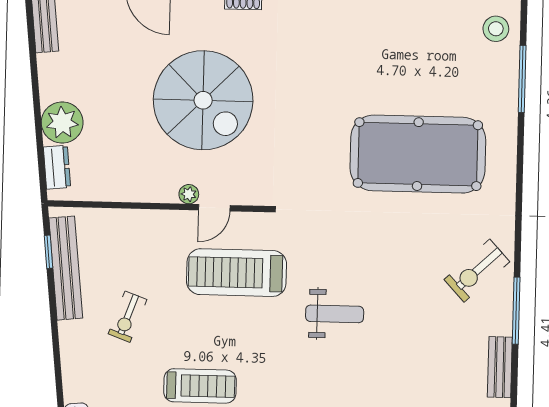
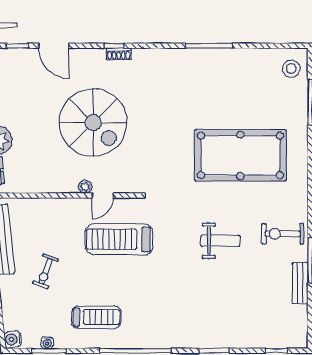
exercise bike: (477, 271) -> (283, 234), turned 43
weight bench: (335, 314) -> (221, 241), moved
bench: (500, 367) -> (300, 283), moved

